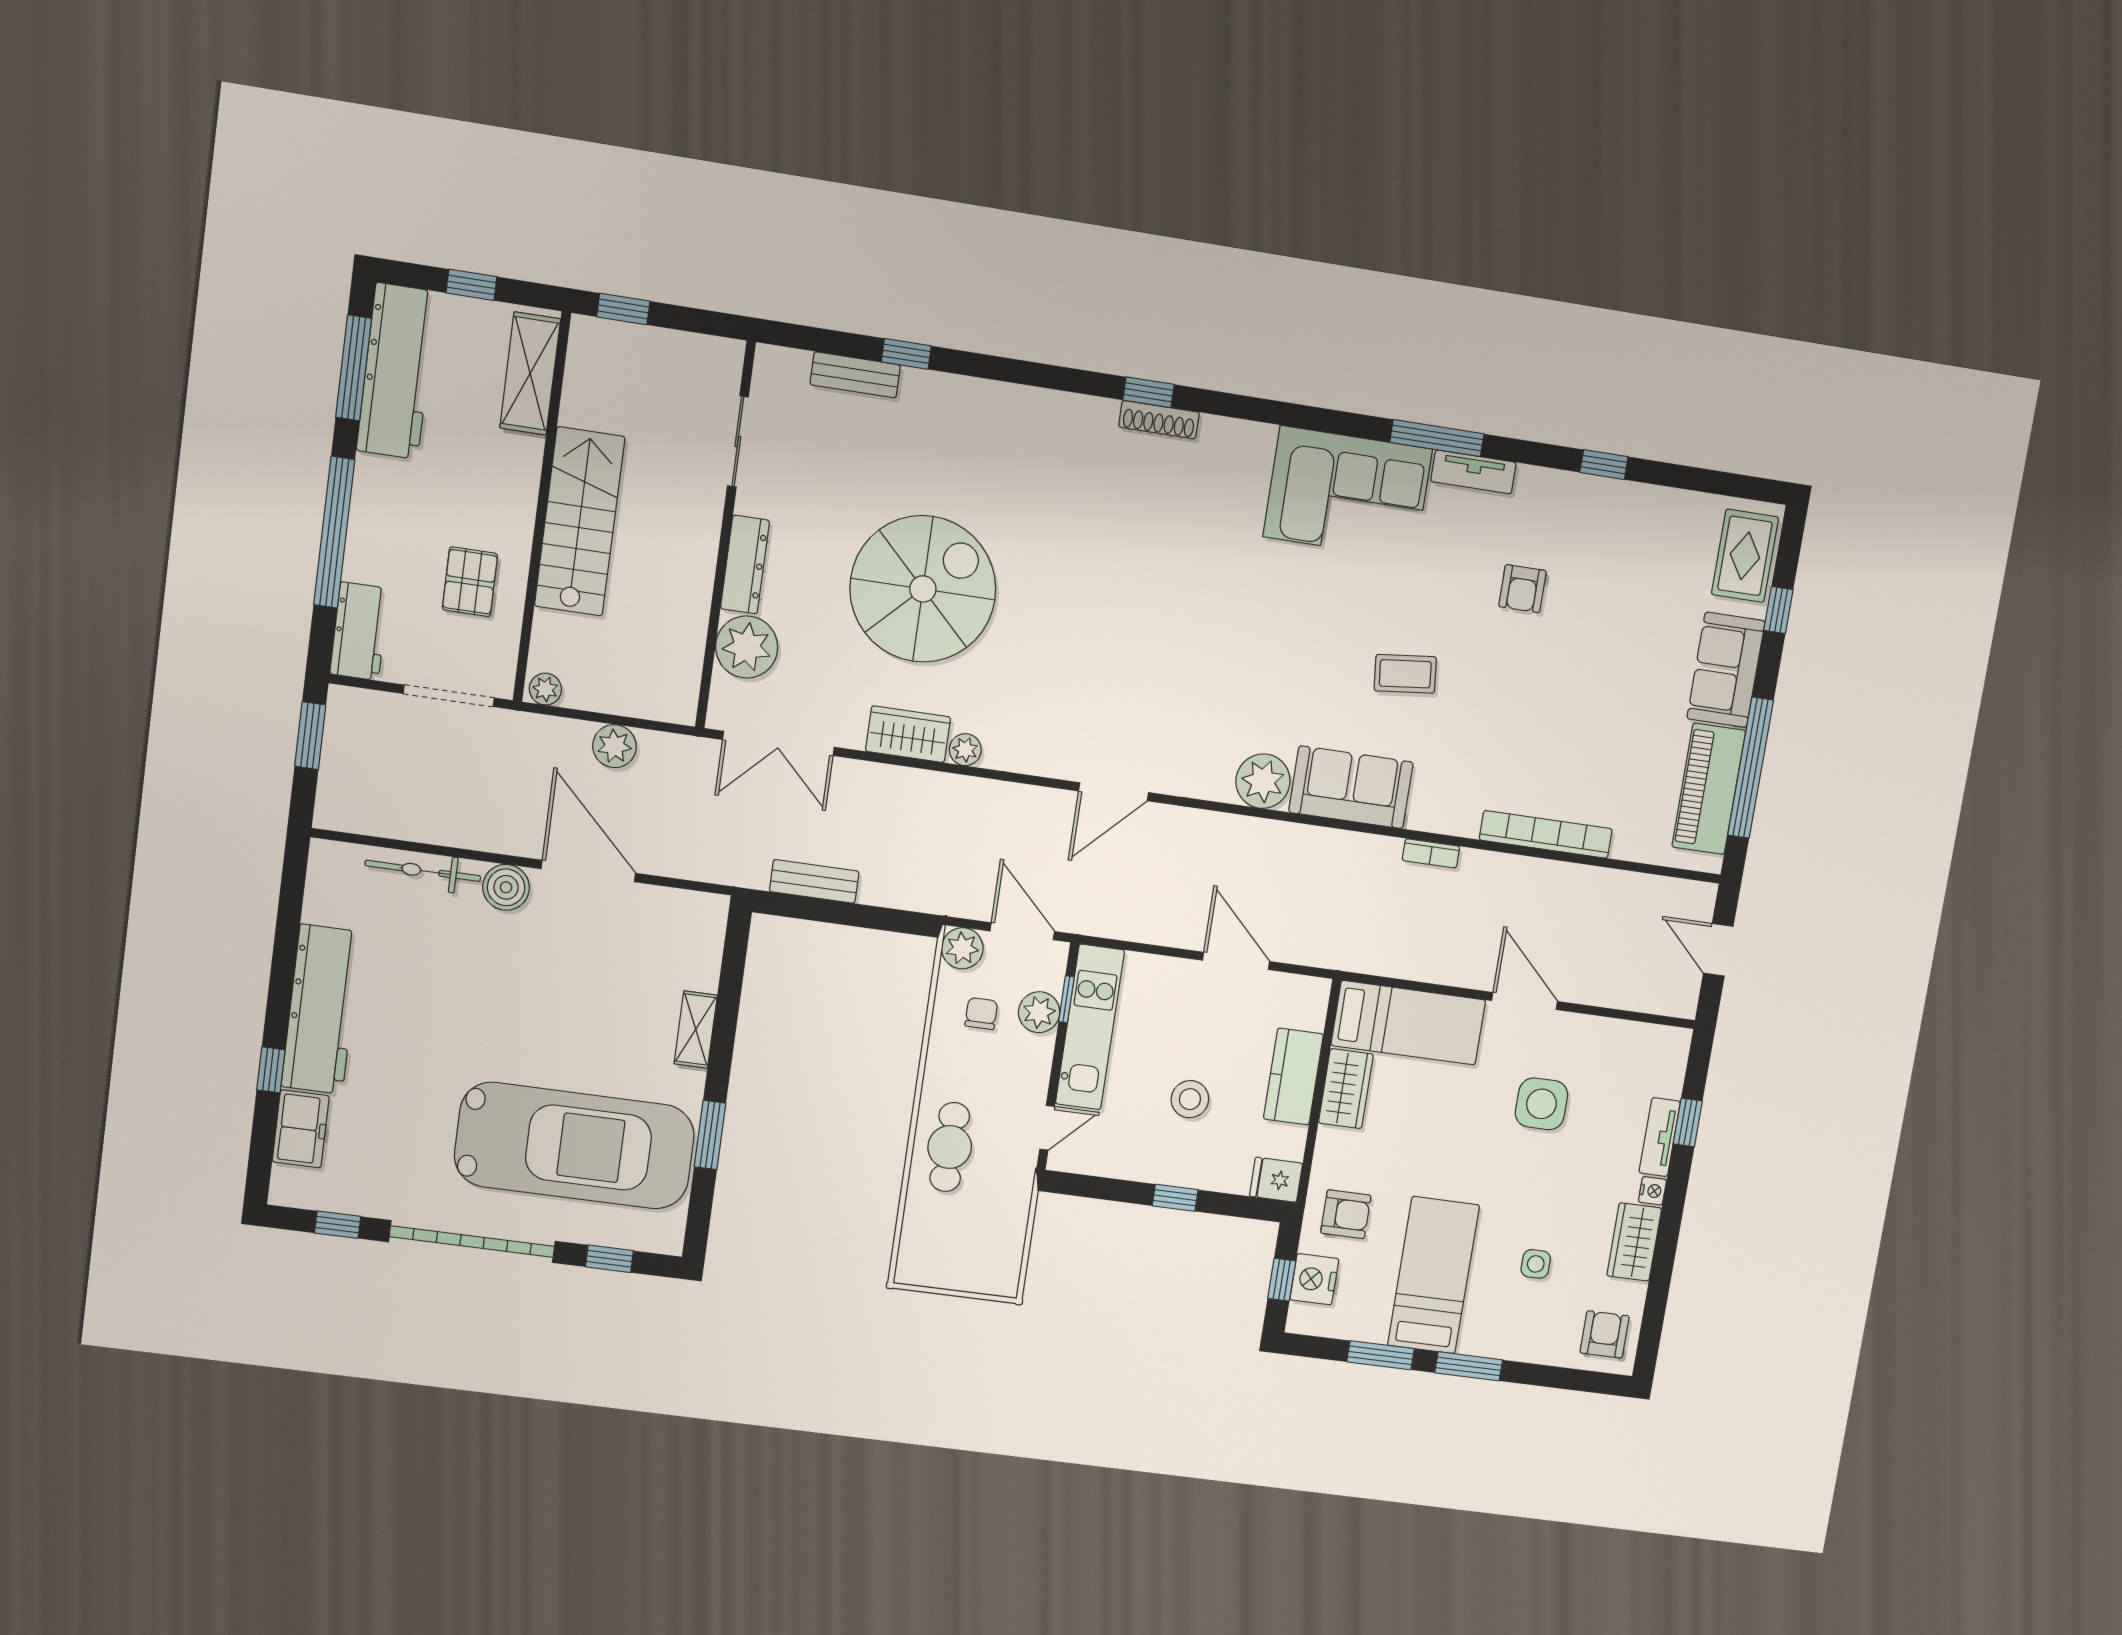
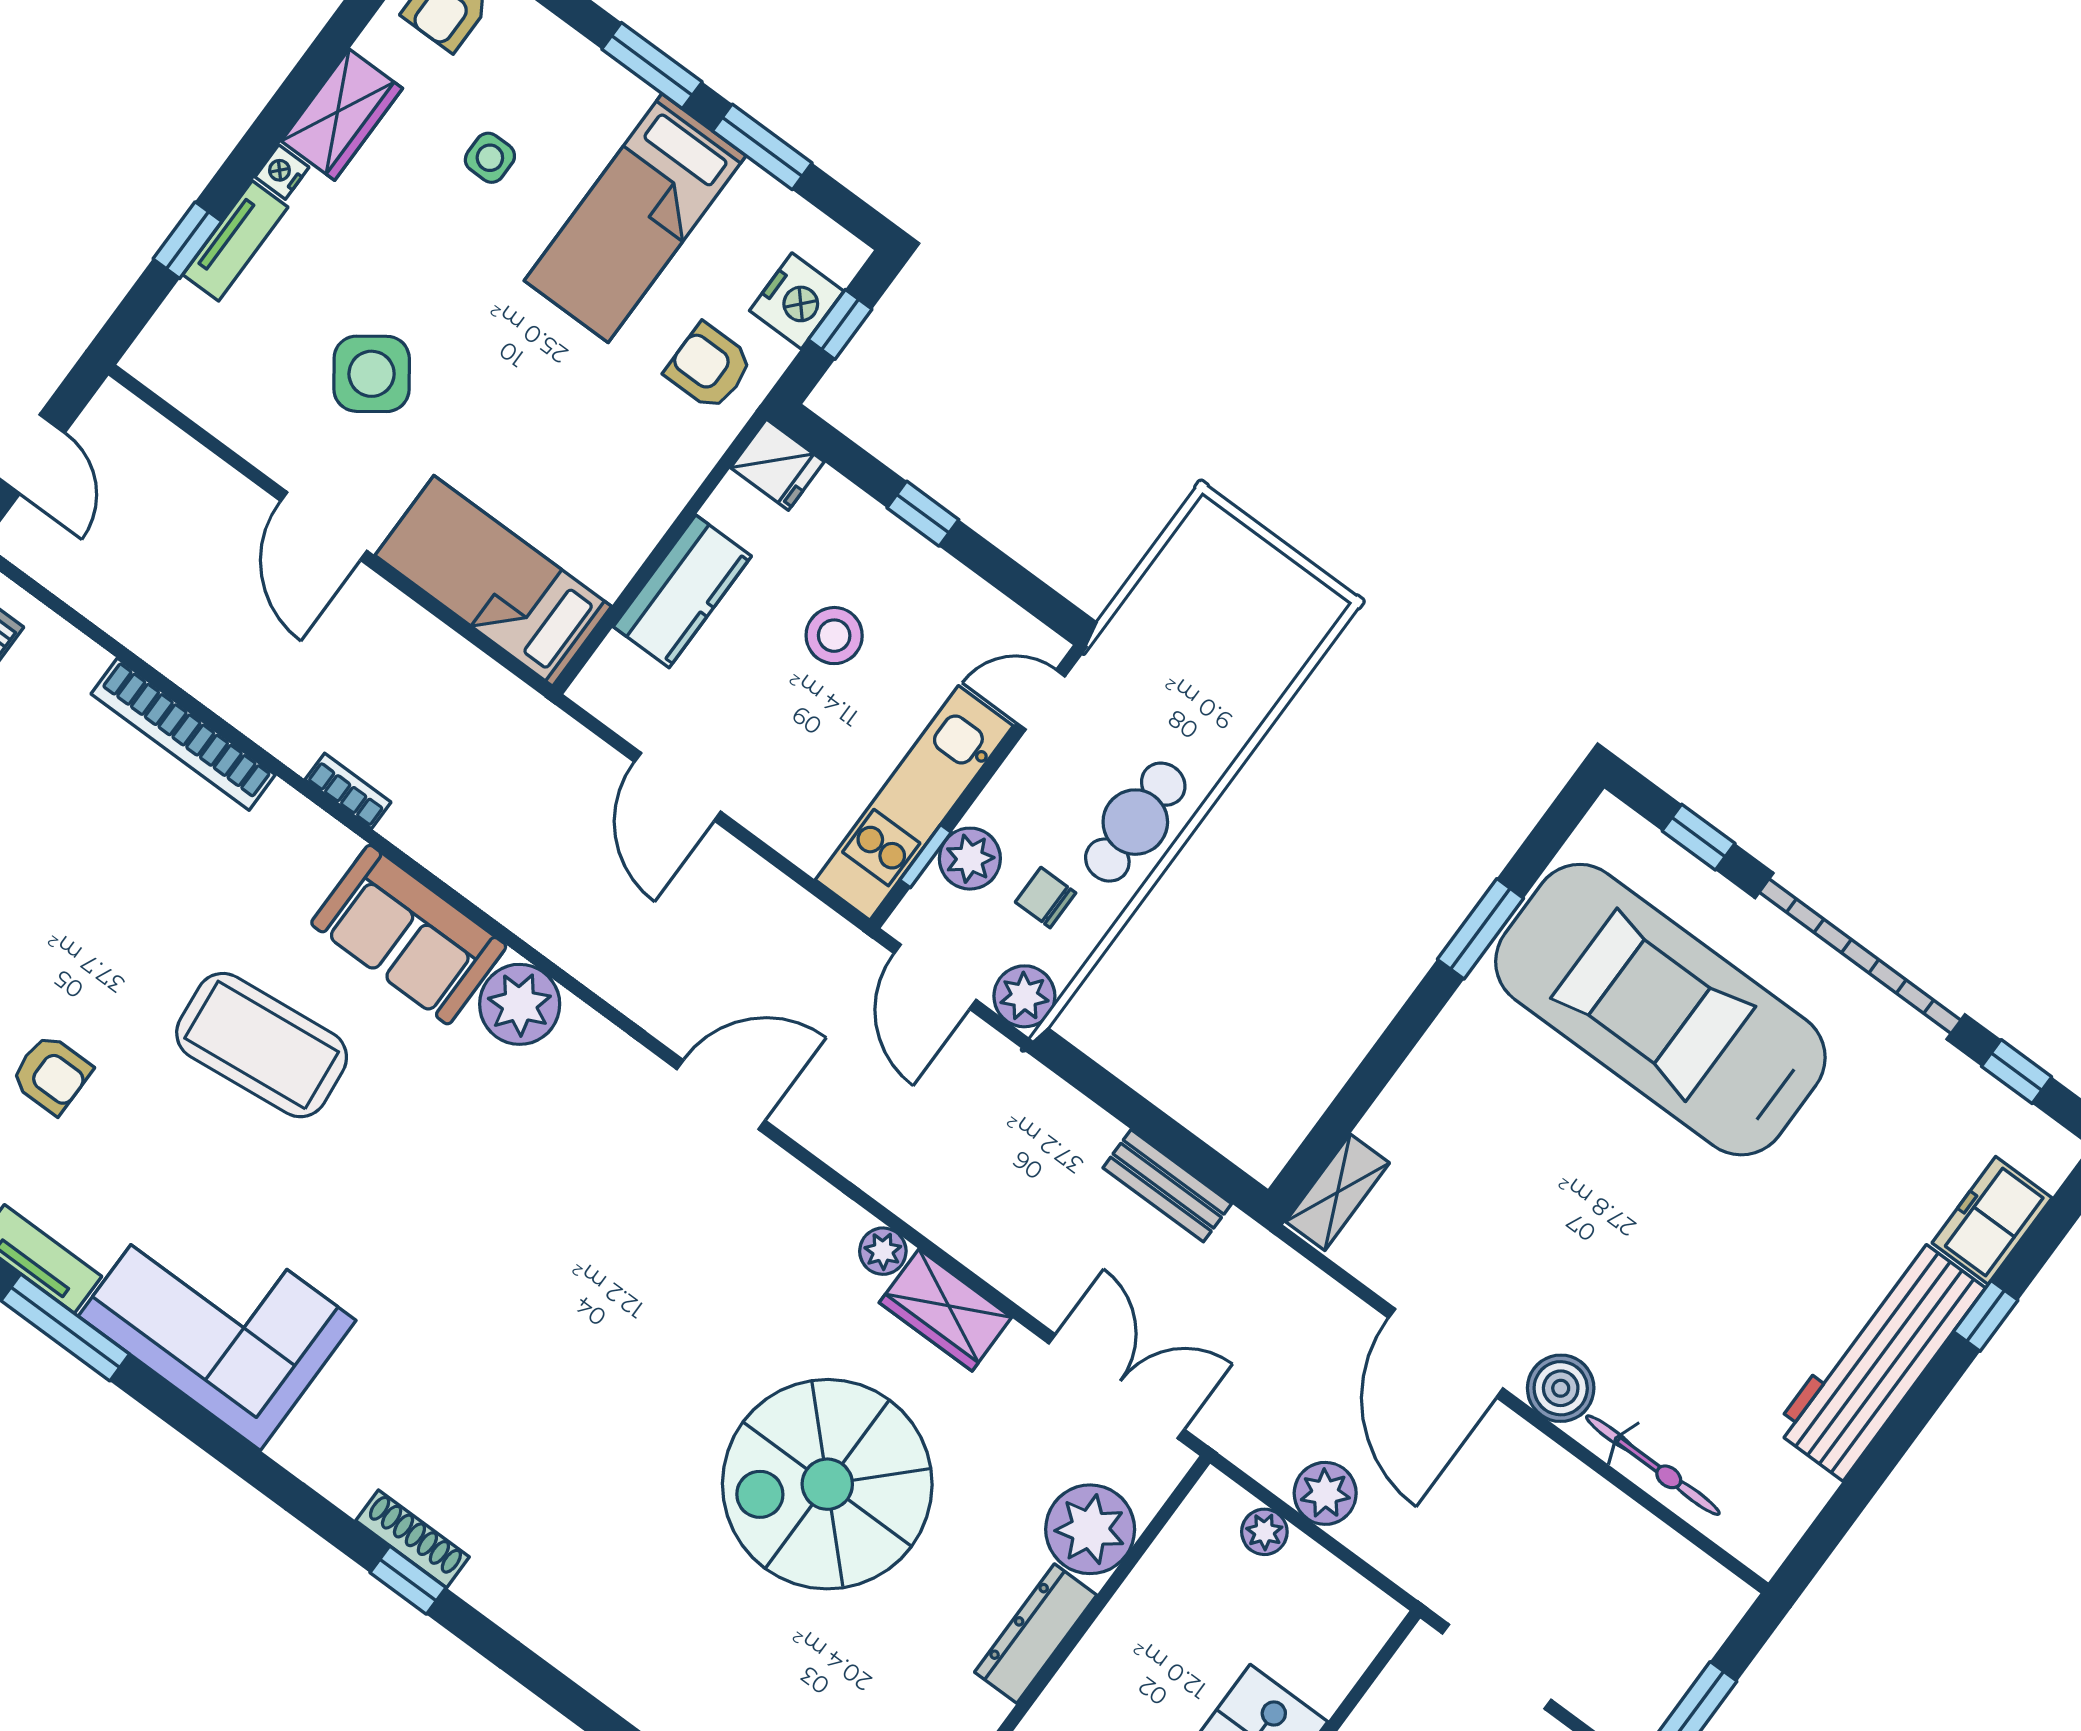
armchair: (1523, 589) -> (51, 1074), turned 90
coffee table: (1405, 674) -> (262, 1045), width x1.86, depth x1.72
plant: (545, 689) -> (1264, 1532), moved
chair: (981, 1014) -> (1046, 898), turned 90
shelving: (696, 1029) -> (1337, 1192), moved
wardrobe: (1346, 1089) -> (621, 537), removed
side table: (1541, 1104) -> (372, 374), turned -36
cafe table: (950, 1147) -> (1135, 822), moved

